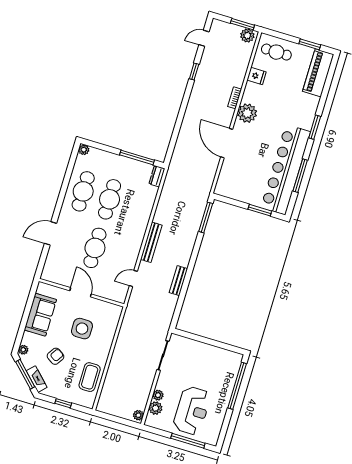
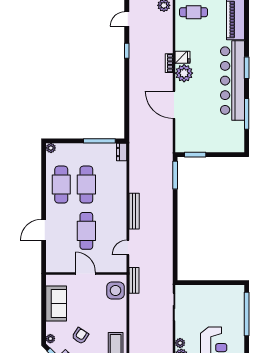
fridge: (257, 76) -> (183, 57), moved
bar counter: (286, 170) -> (232, 81), moved
window: (260, 210) -> (195, 155), moved
bench: (178, 281) -> (134, 280), moved
side table: (82, 329) -> (115, 290), moved

